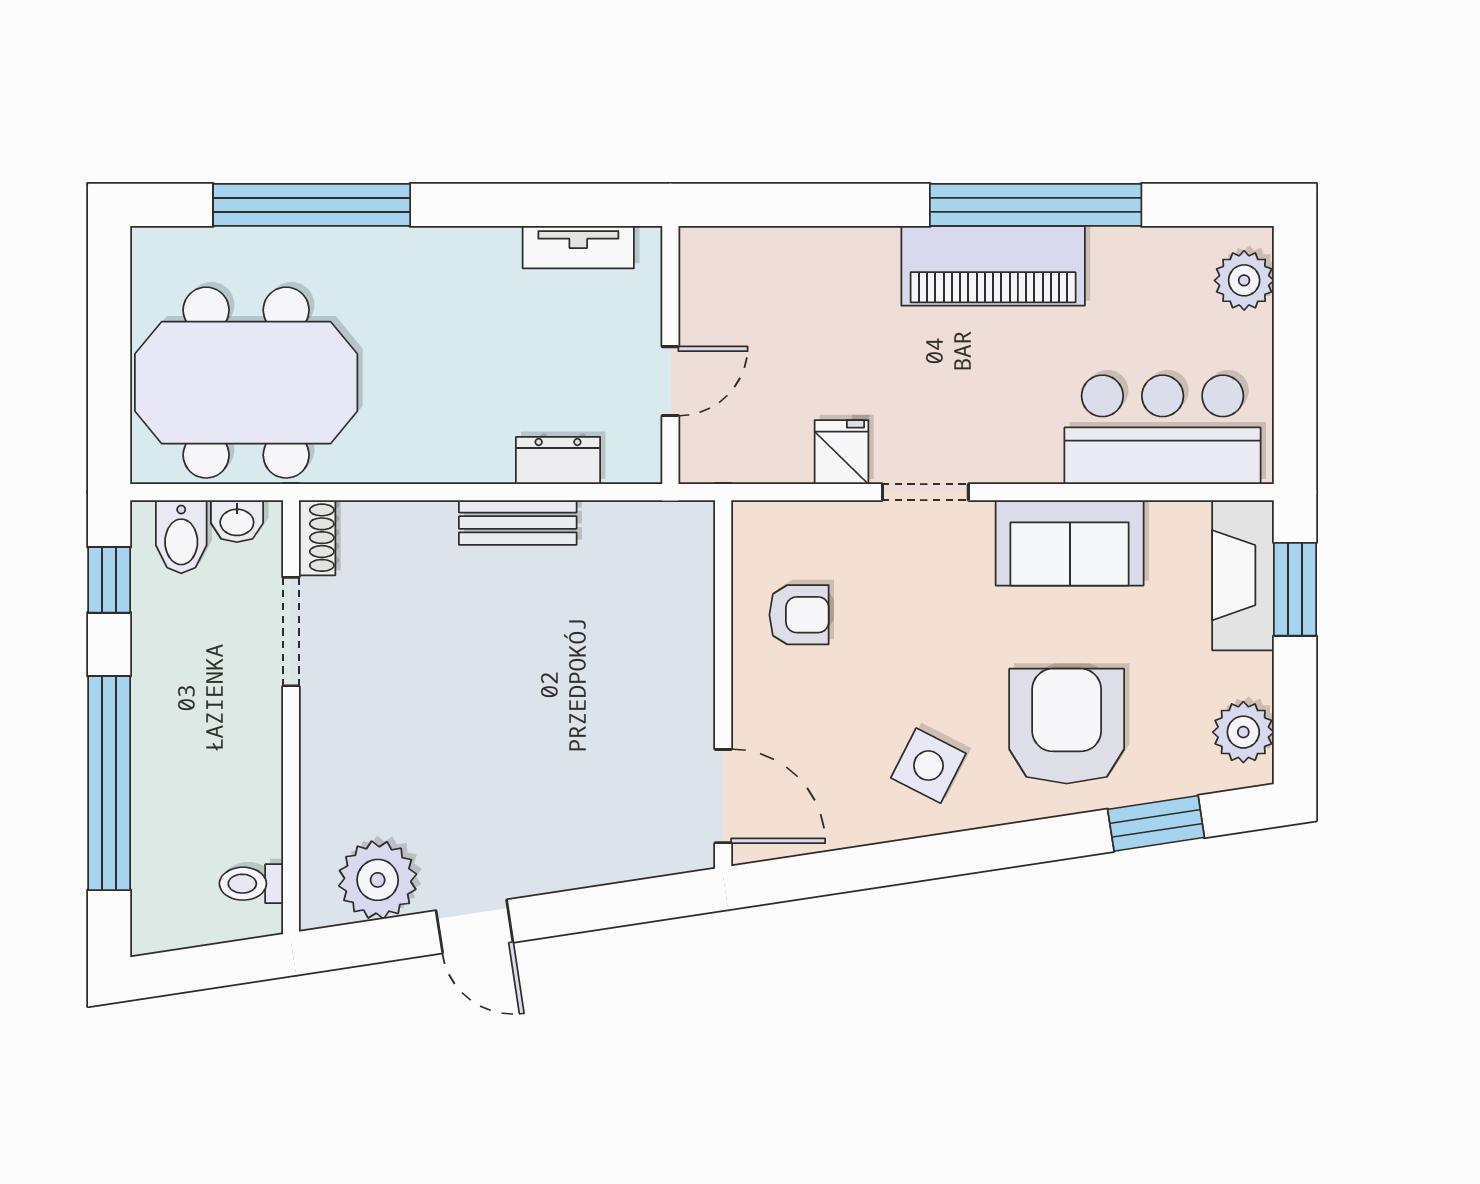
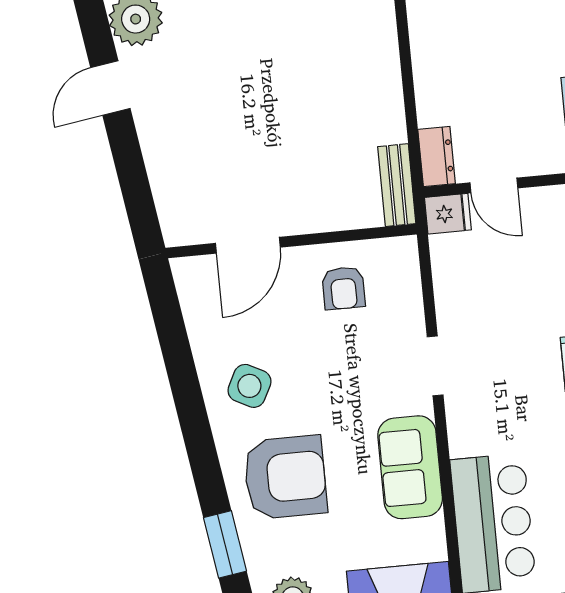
fridge: (841, 452) -> (448, 214), moved
dresser: (558, 461) -> (437, 157), moved
bench: (518, 522) -> (397, 185), moved
door: (723, 796) -> (248, 245), moved

